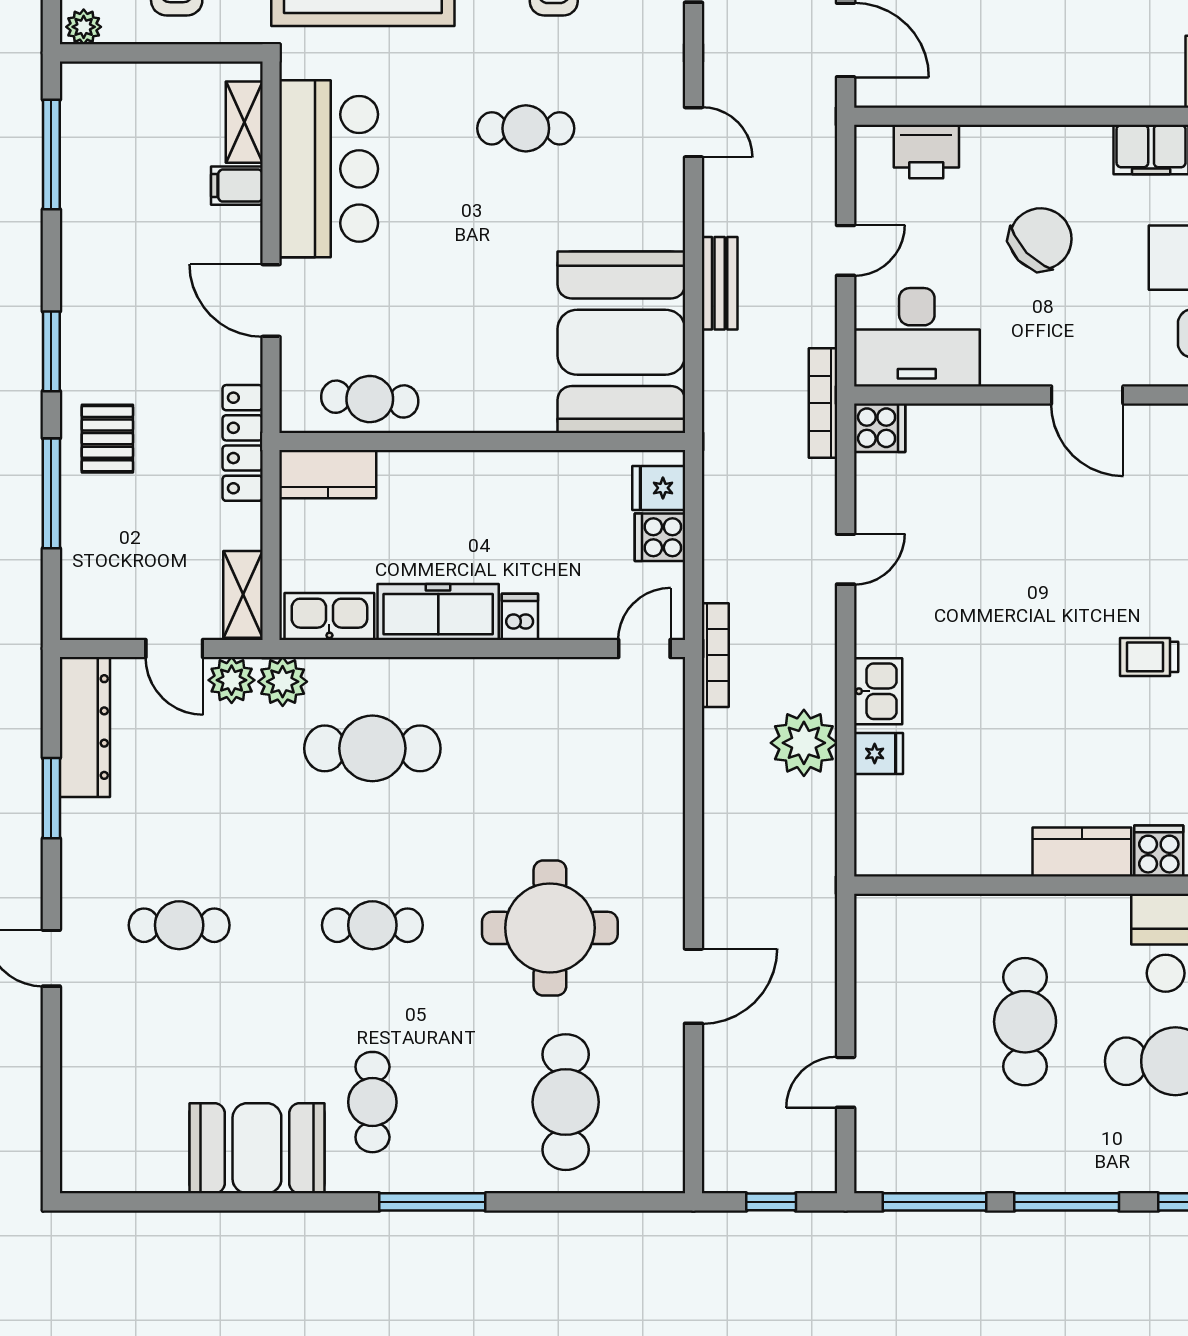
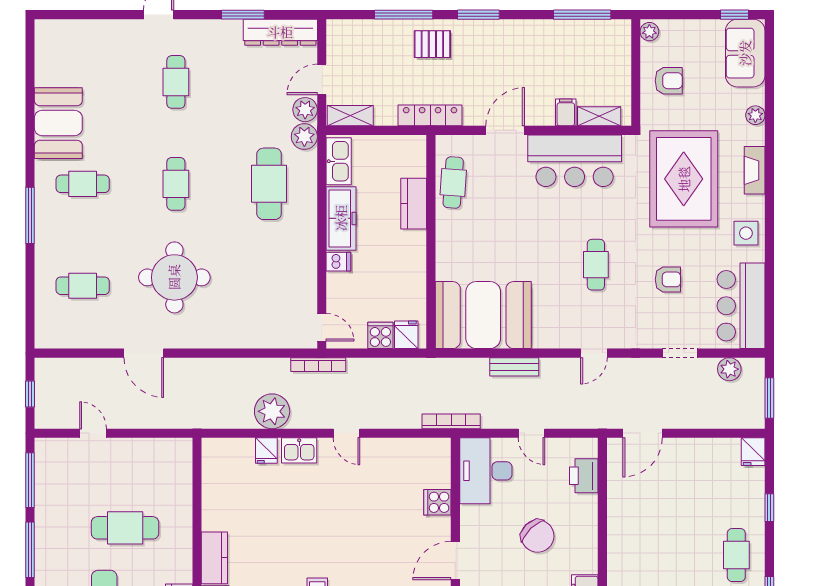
cooker: (880, 428) -> (437, 502), moved, turned 90
kitchen counter: (328, 474) -> (414, 204), moved
door: (846, 559) -> (346, 433), moved
cafe table: (566, 1102) -> (83, 286), width x0.73, depth x0.74

